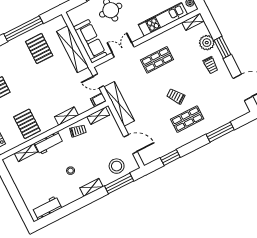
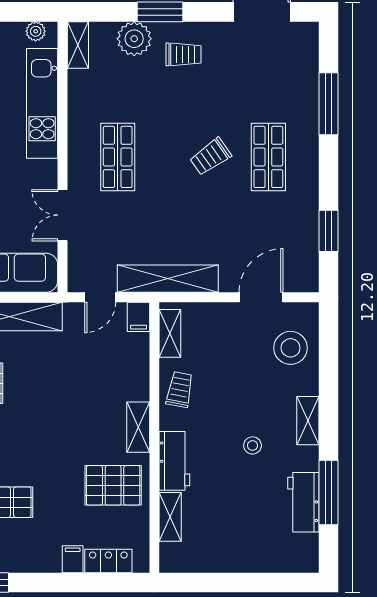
shelving: (66, 116) -> (138, 427), moved
window: (119, 183) -> (328, 492), moved
workbench: (47, 208) -> (303, 502), moved

